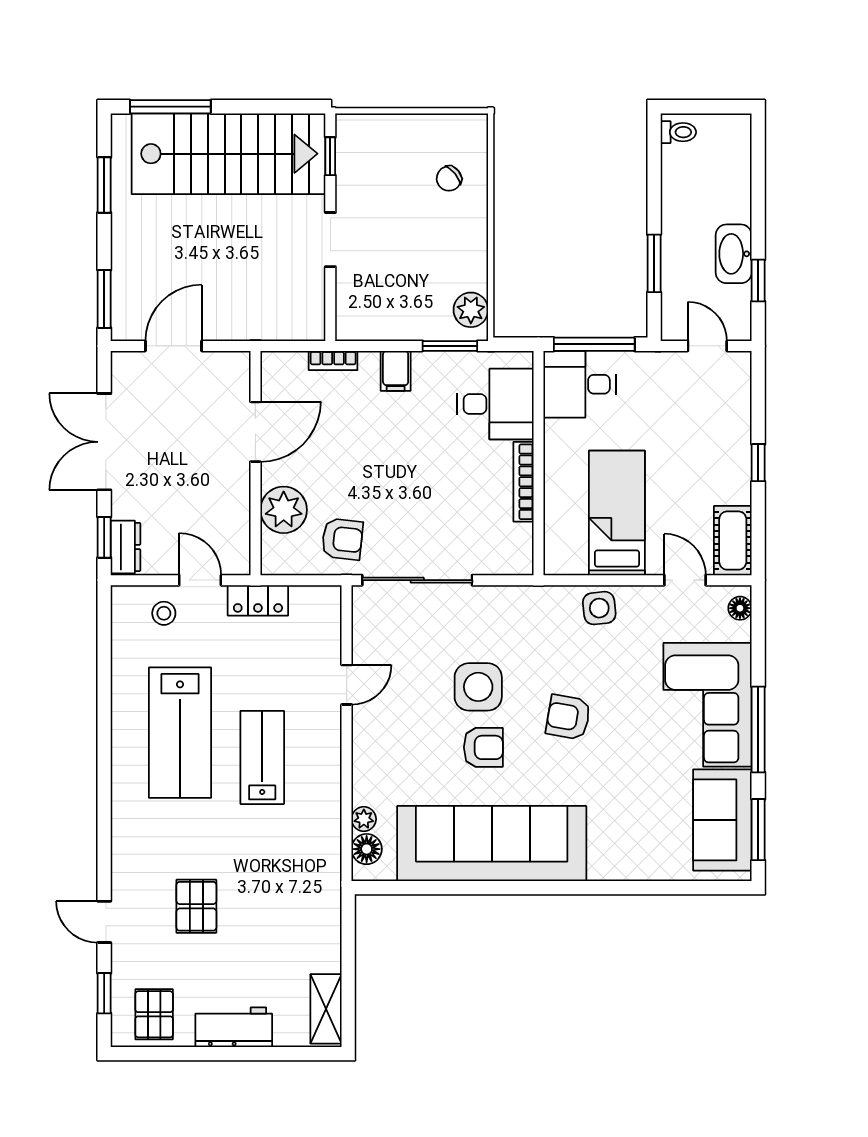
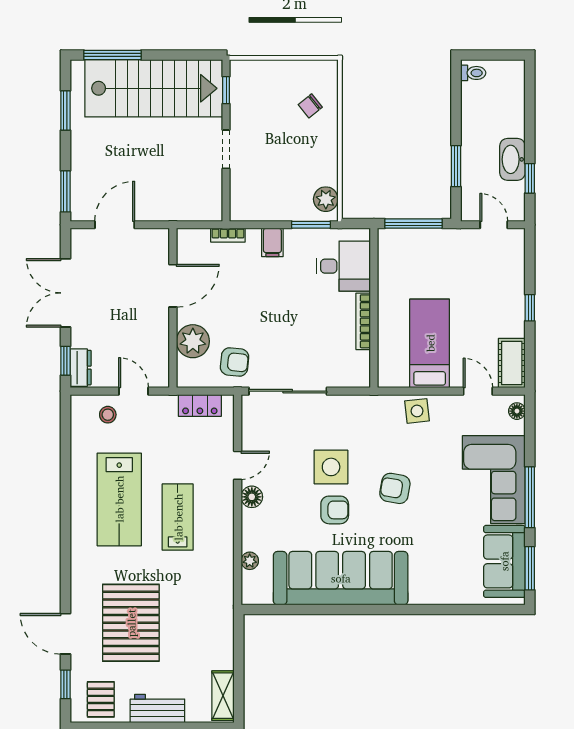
desk: (580, 384) -> (403, 252), removed
locker: (258, 600) -> (200, 405), moved
floor lamp: (367, 849) -> (252, 497), moved
pallet: (196, 906) -> (131, 623), width x2.05, depth x2.00
door: (104, 922) -> (65, 634), width x1.38

